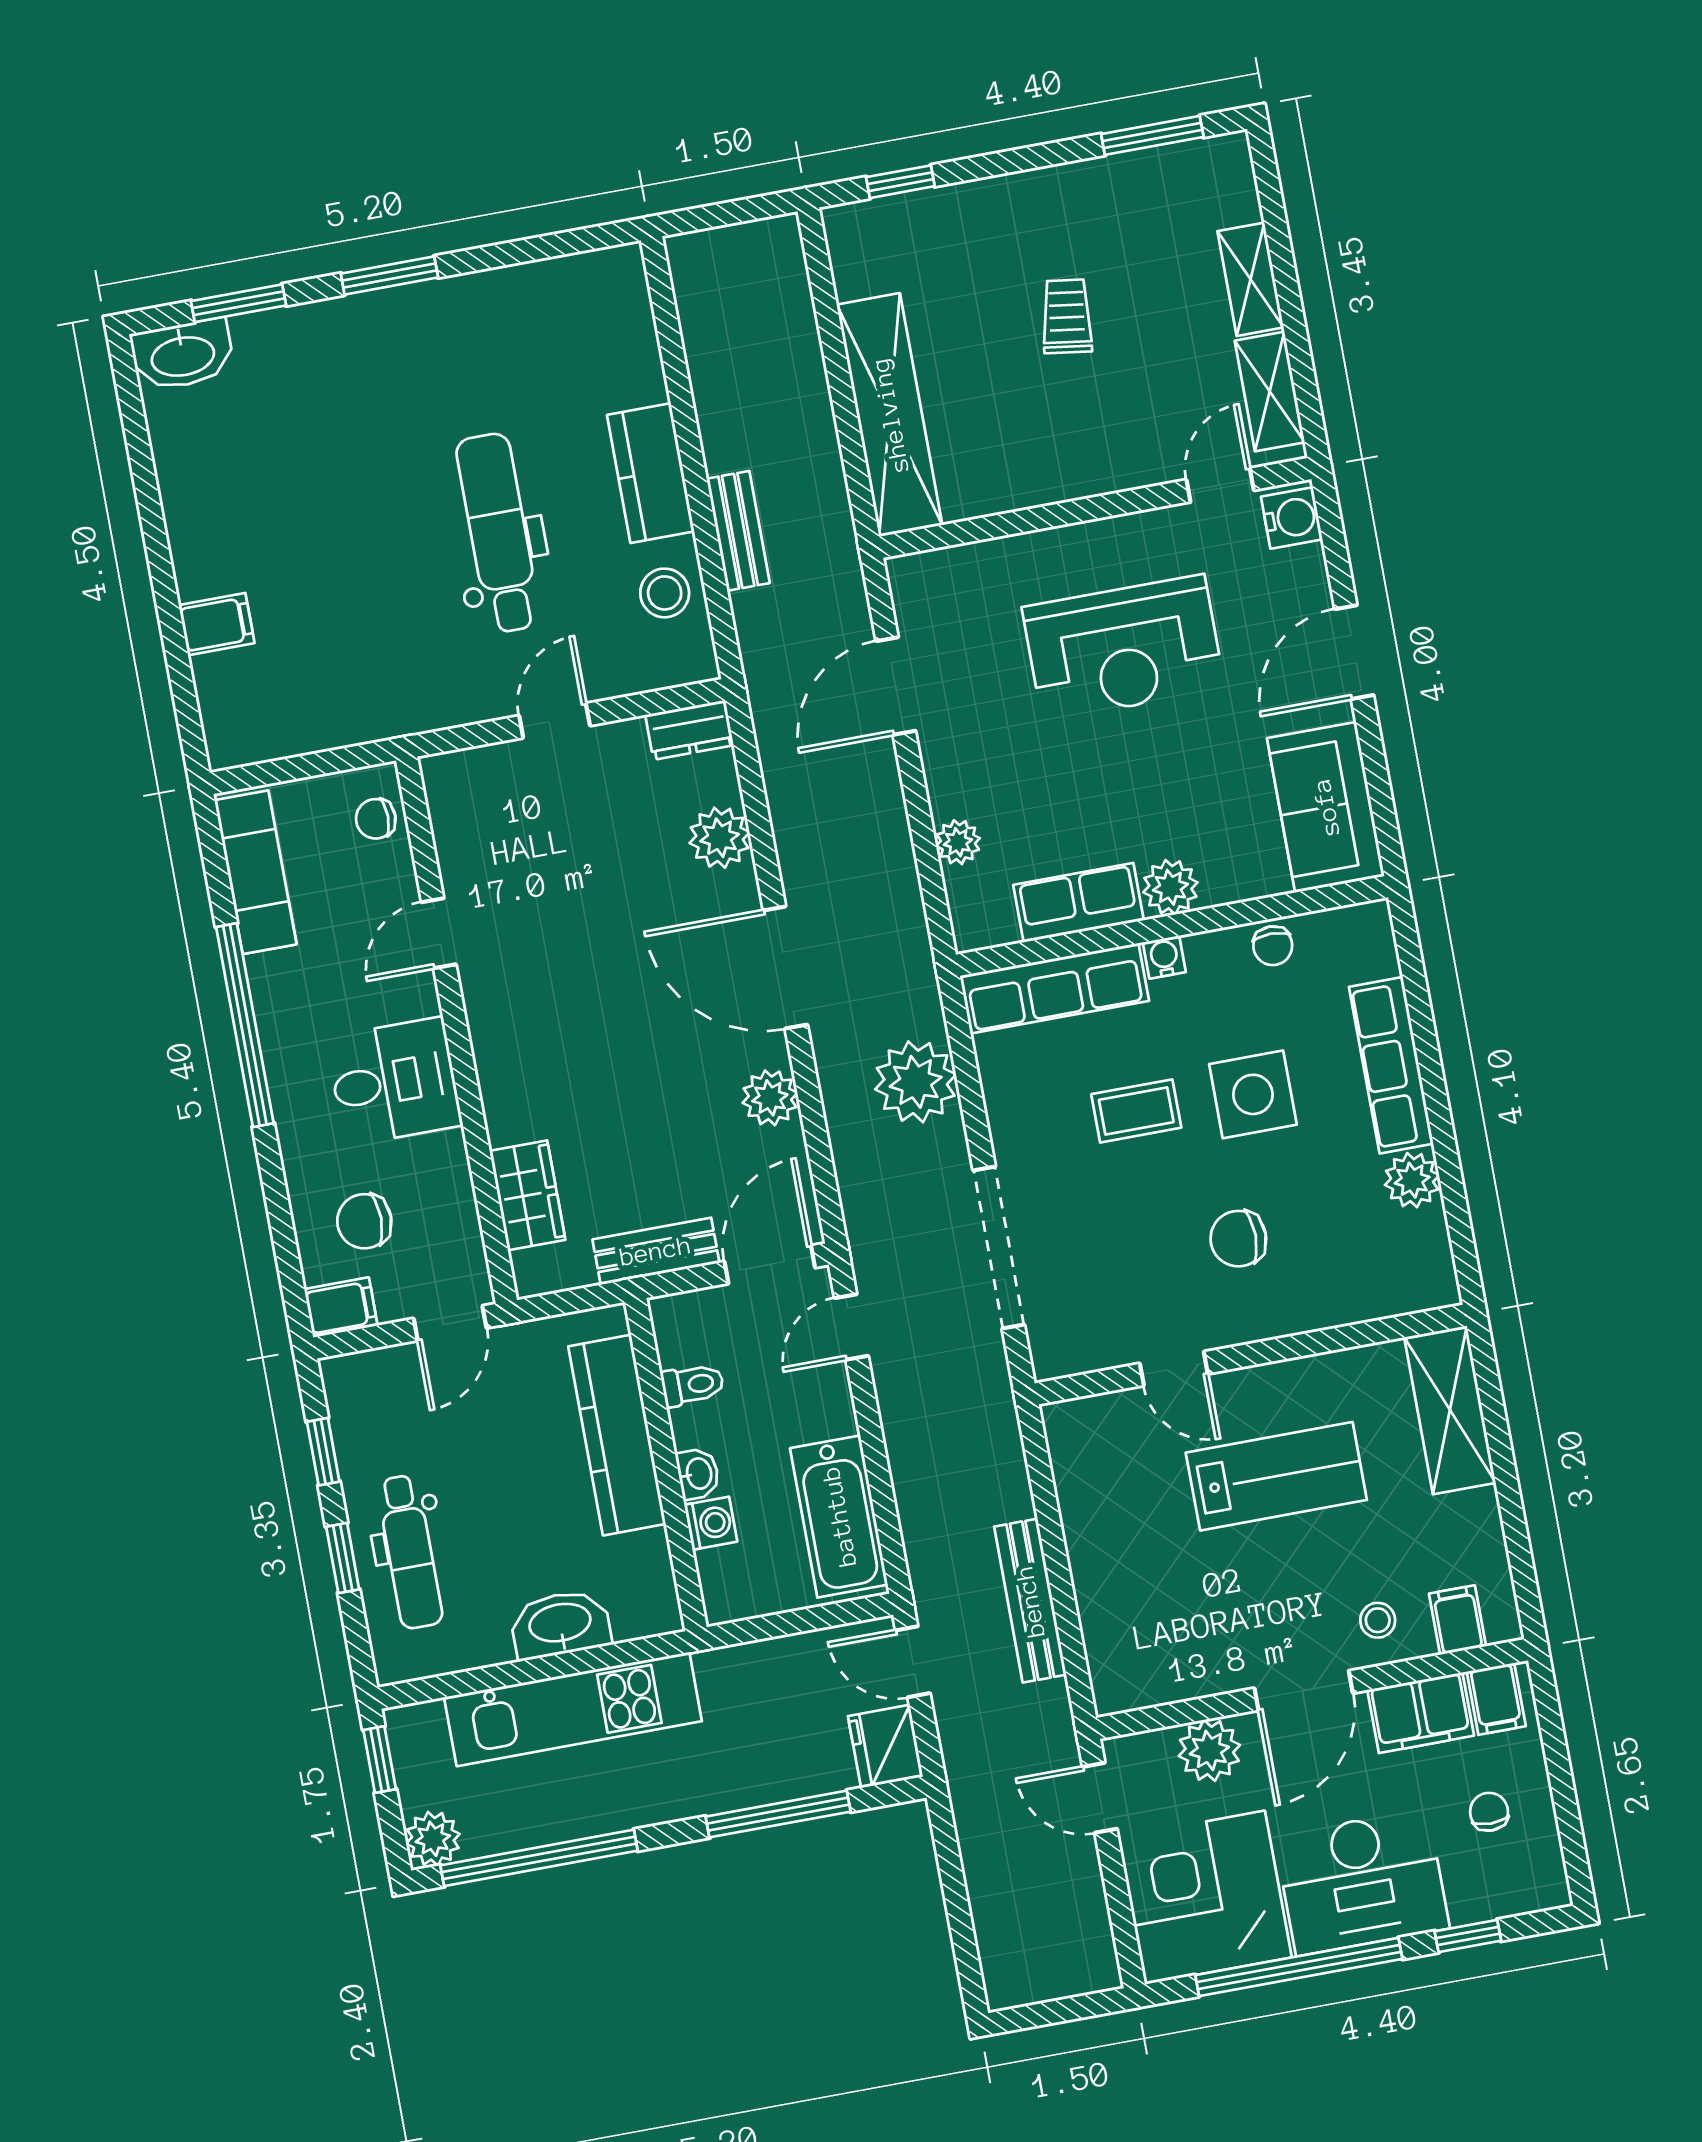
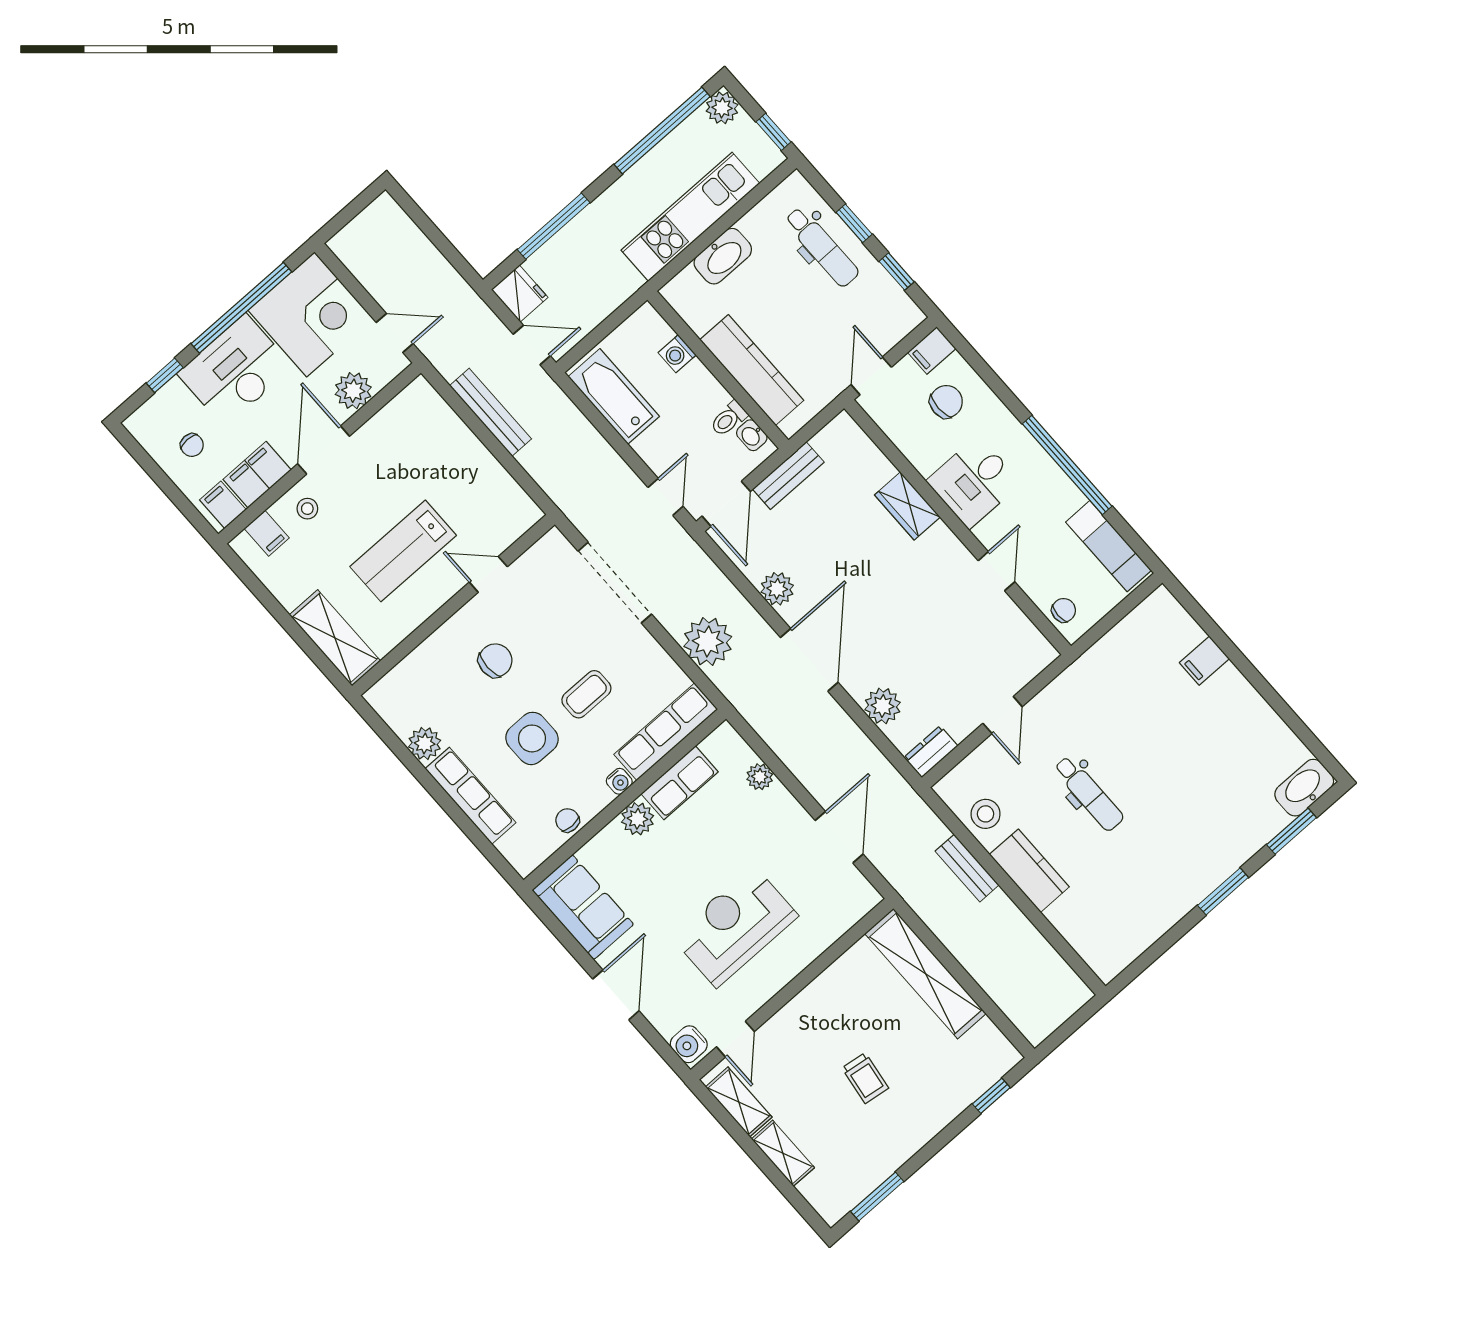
dental chair: (498, 533) -> (1089, 794), width x0.73, depth x0.72
door: (785, 968) -> (809, 660), hinge flipped
wardrobe: (527, 1195) -> (907, 506), moved
washbasin: (698, 1474) -> (752, 435), moved
dental chair: (410, 1552) -> (822, 247), turned 180

